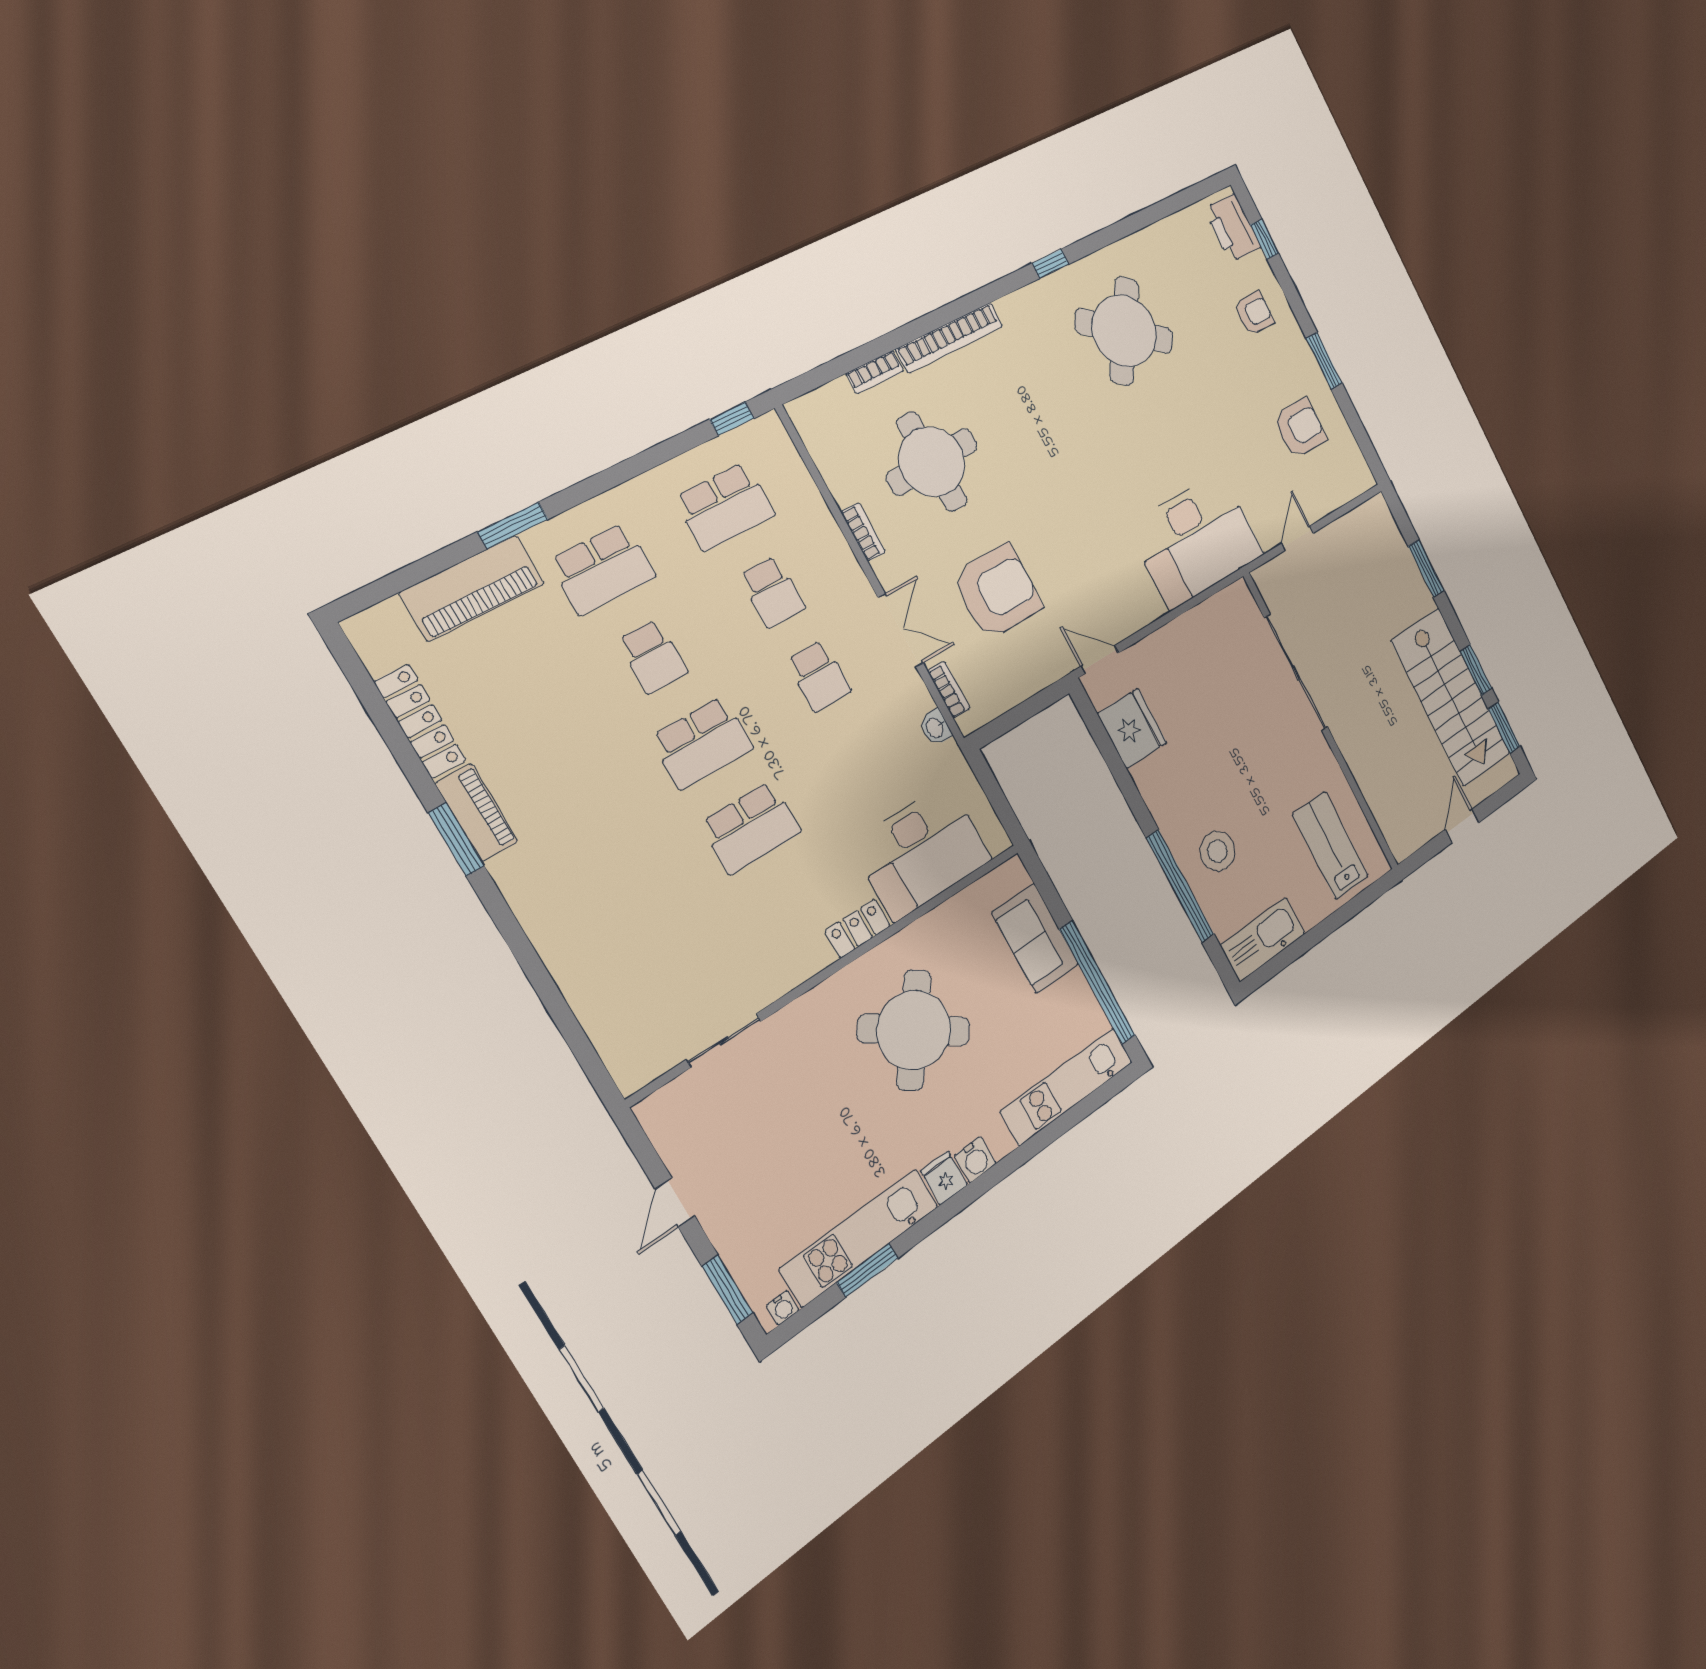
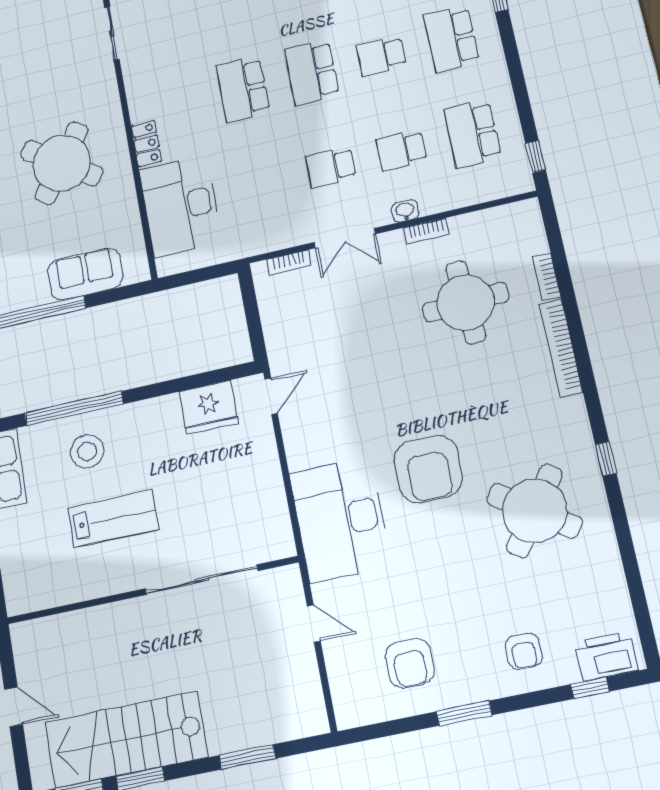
armchair: (997, 592) -> (428, 469), moved
washbasin: (935, 728) -> (405, 211), moved
lab bench: (1331, 845) -> (113, 519), moved

